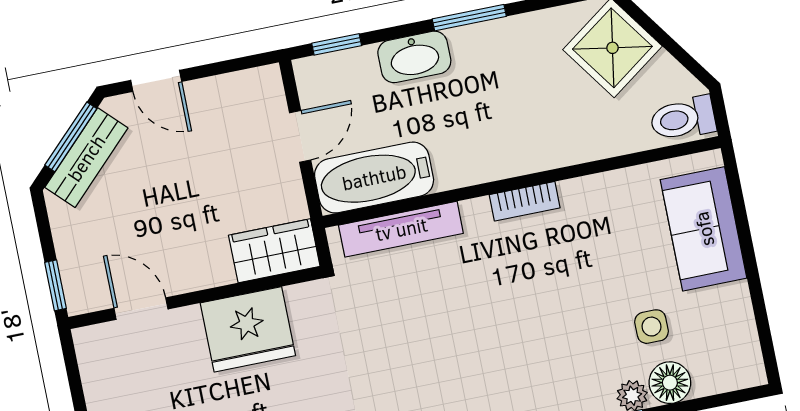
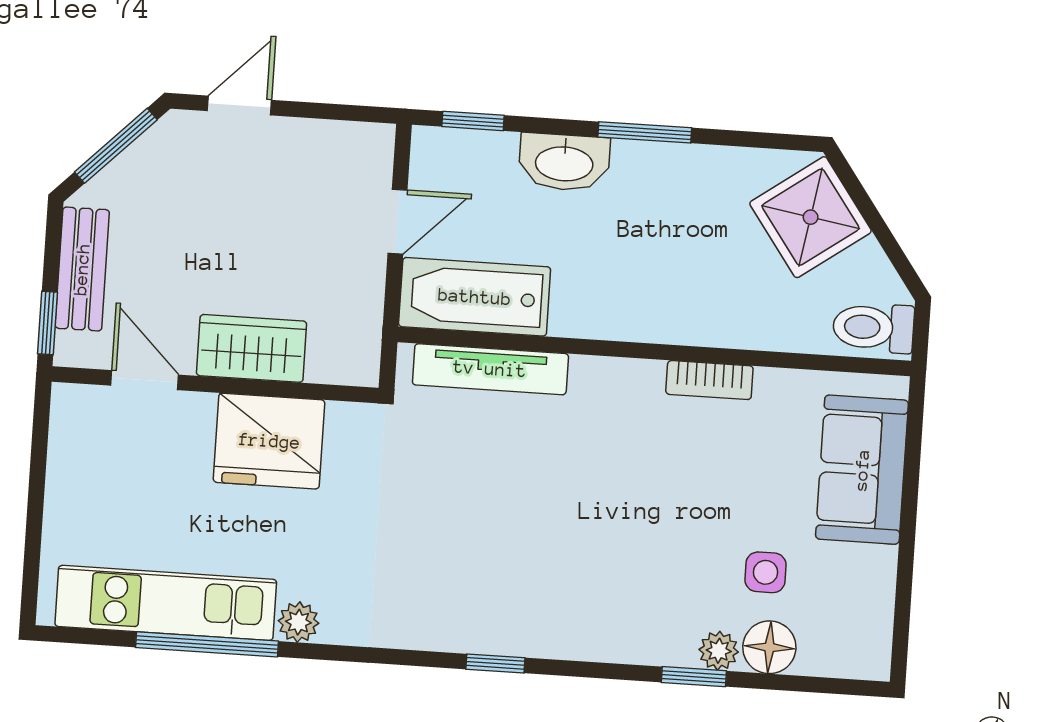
door: (156, 81) -> (239, 105), swing flipped
bench: (86, 158) -> (82, 269), moved, turned -45
bookcase: (525, 201) -> (709, 380), moved
wardrobe: (274, 251) -> (252, 348), moved

